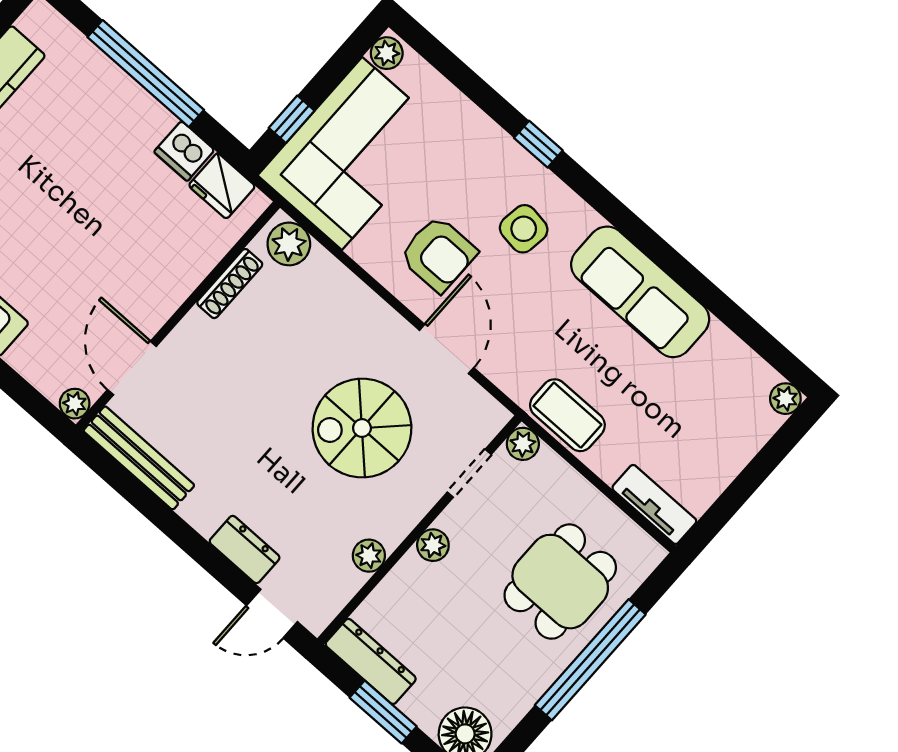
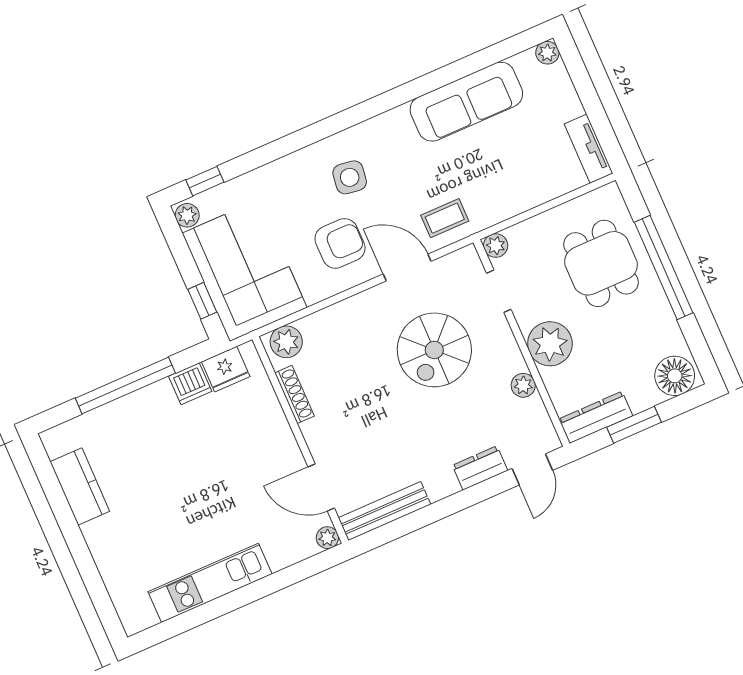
window: (538, 144) -> (205, 181), moved
sofa: (640, 292) -> (466, 102), moved
coffee table: (567, 415) -> (445, 218), moved, width x0.73, depth x0.77
tv unit: (654, 504) -> (588, 149), moved, turned -90
plant: (433, 545) -> (550, 344), width x1.88, depth x1.88

